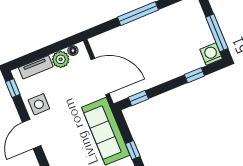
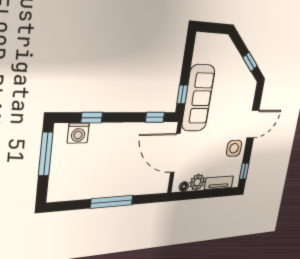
washing machine: (211, 54) -> (78, 133), moved
window: (133, 150) -> (182, 94), moved

